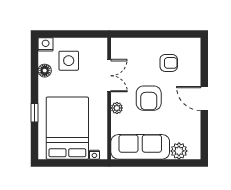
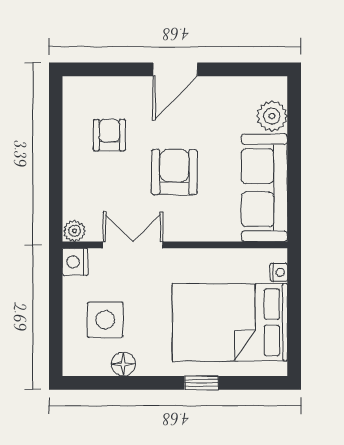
nightstand: (46, 44) -> (75, 262), moved
armchair: (149, 98) -> (174, 172), turned -90
plant: (117, 108) -> (74, 231), moved

